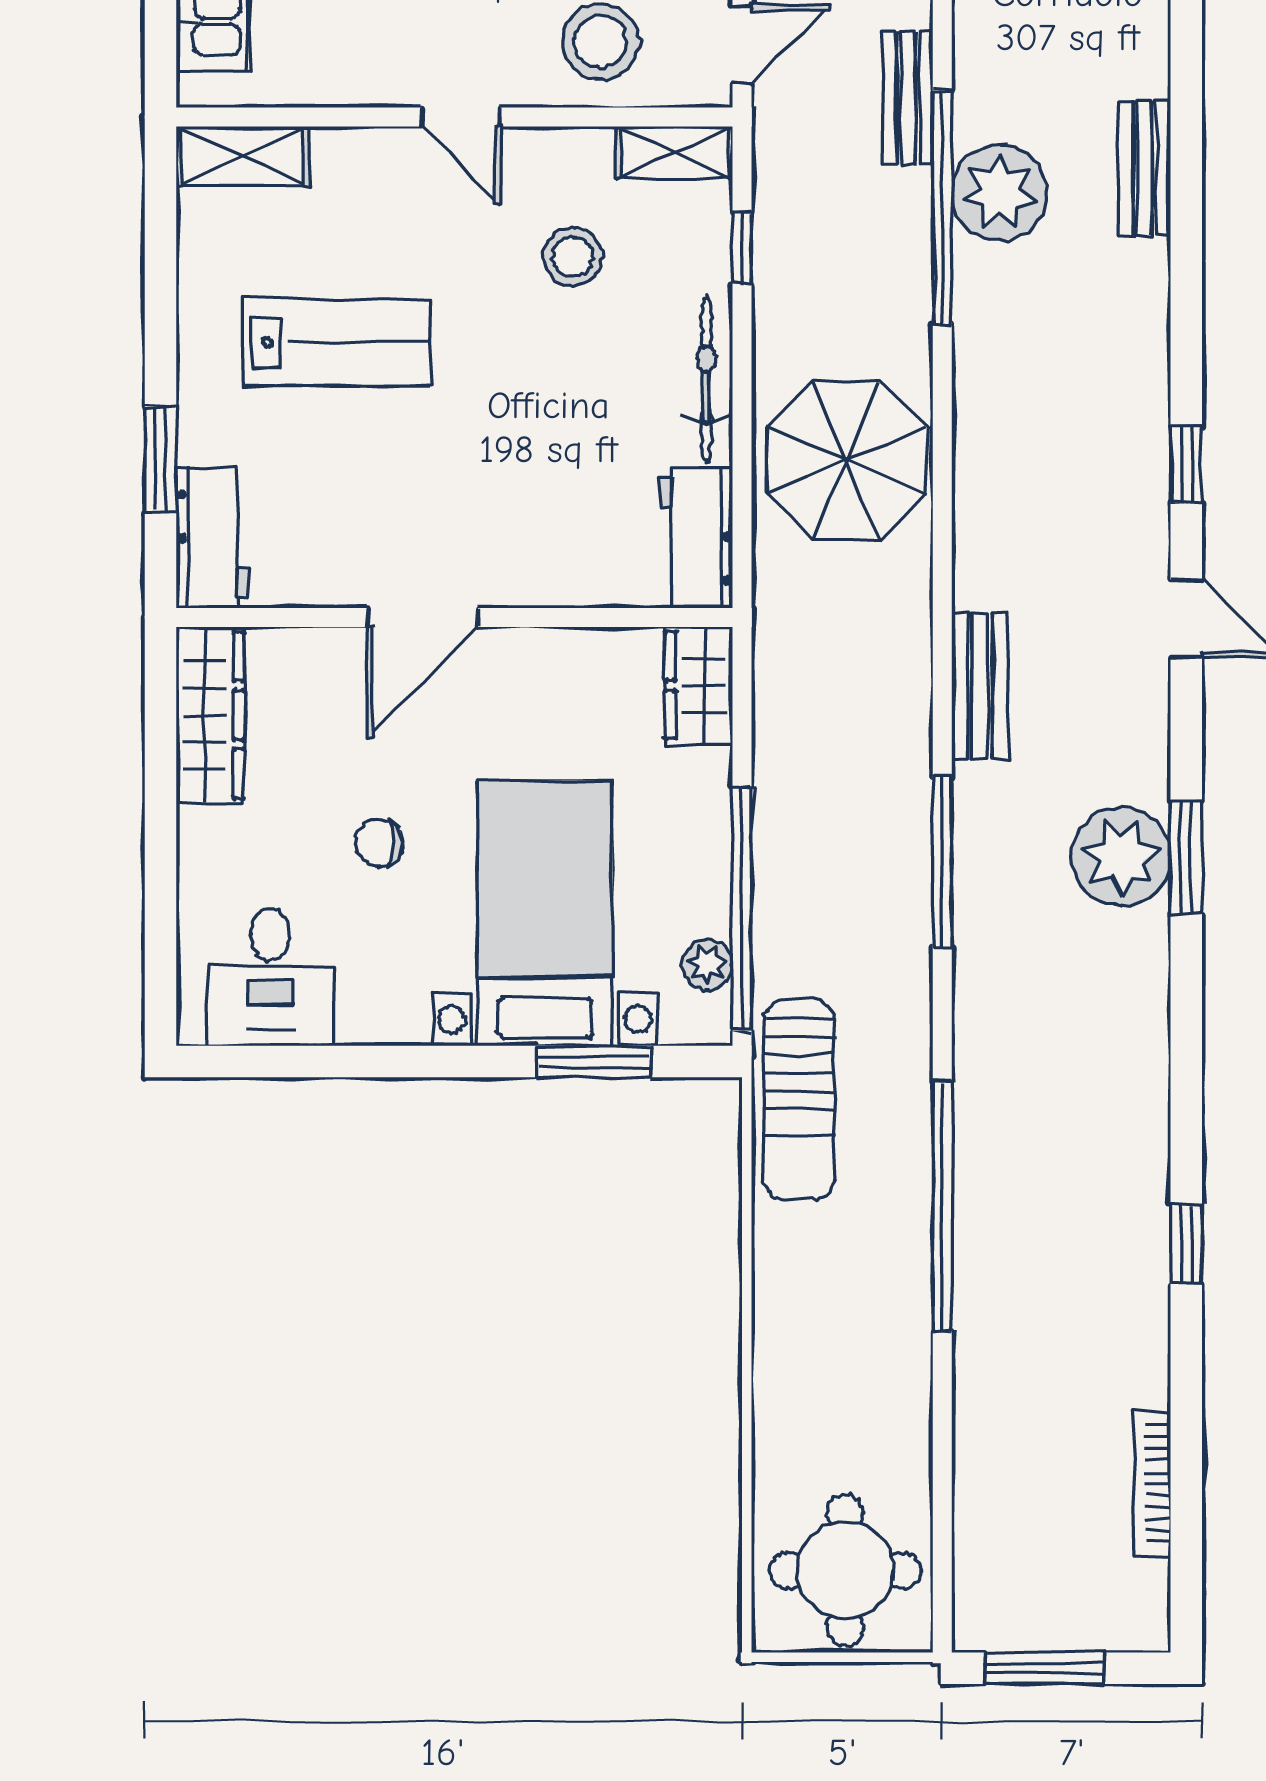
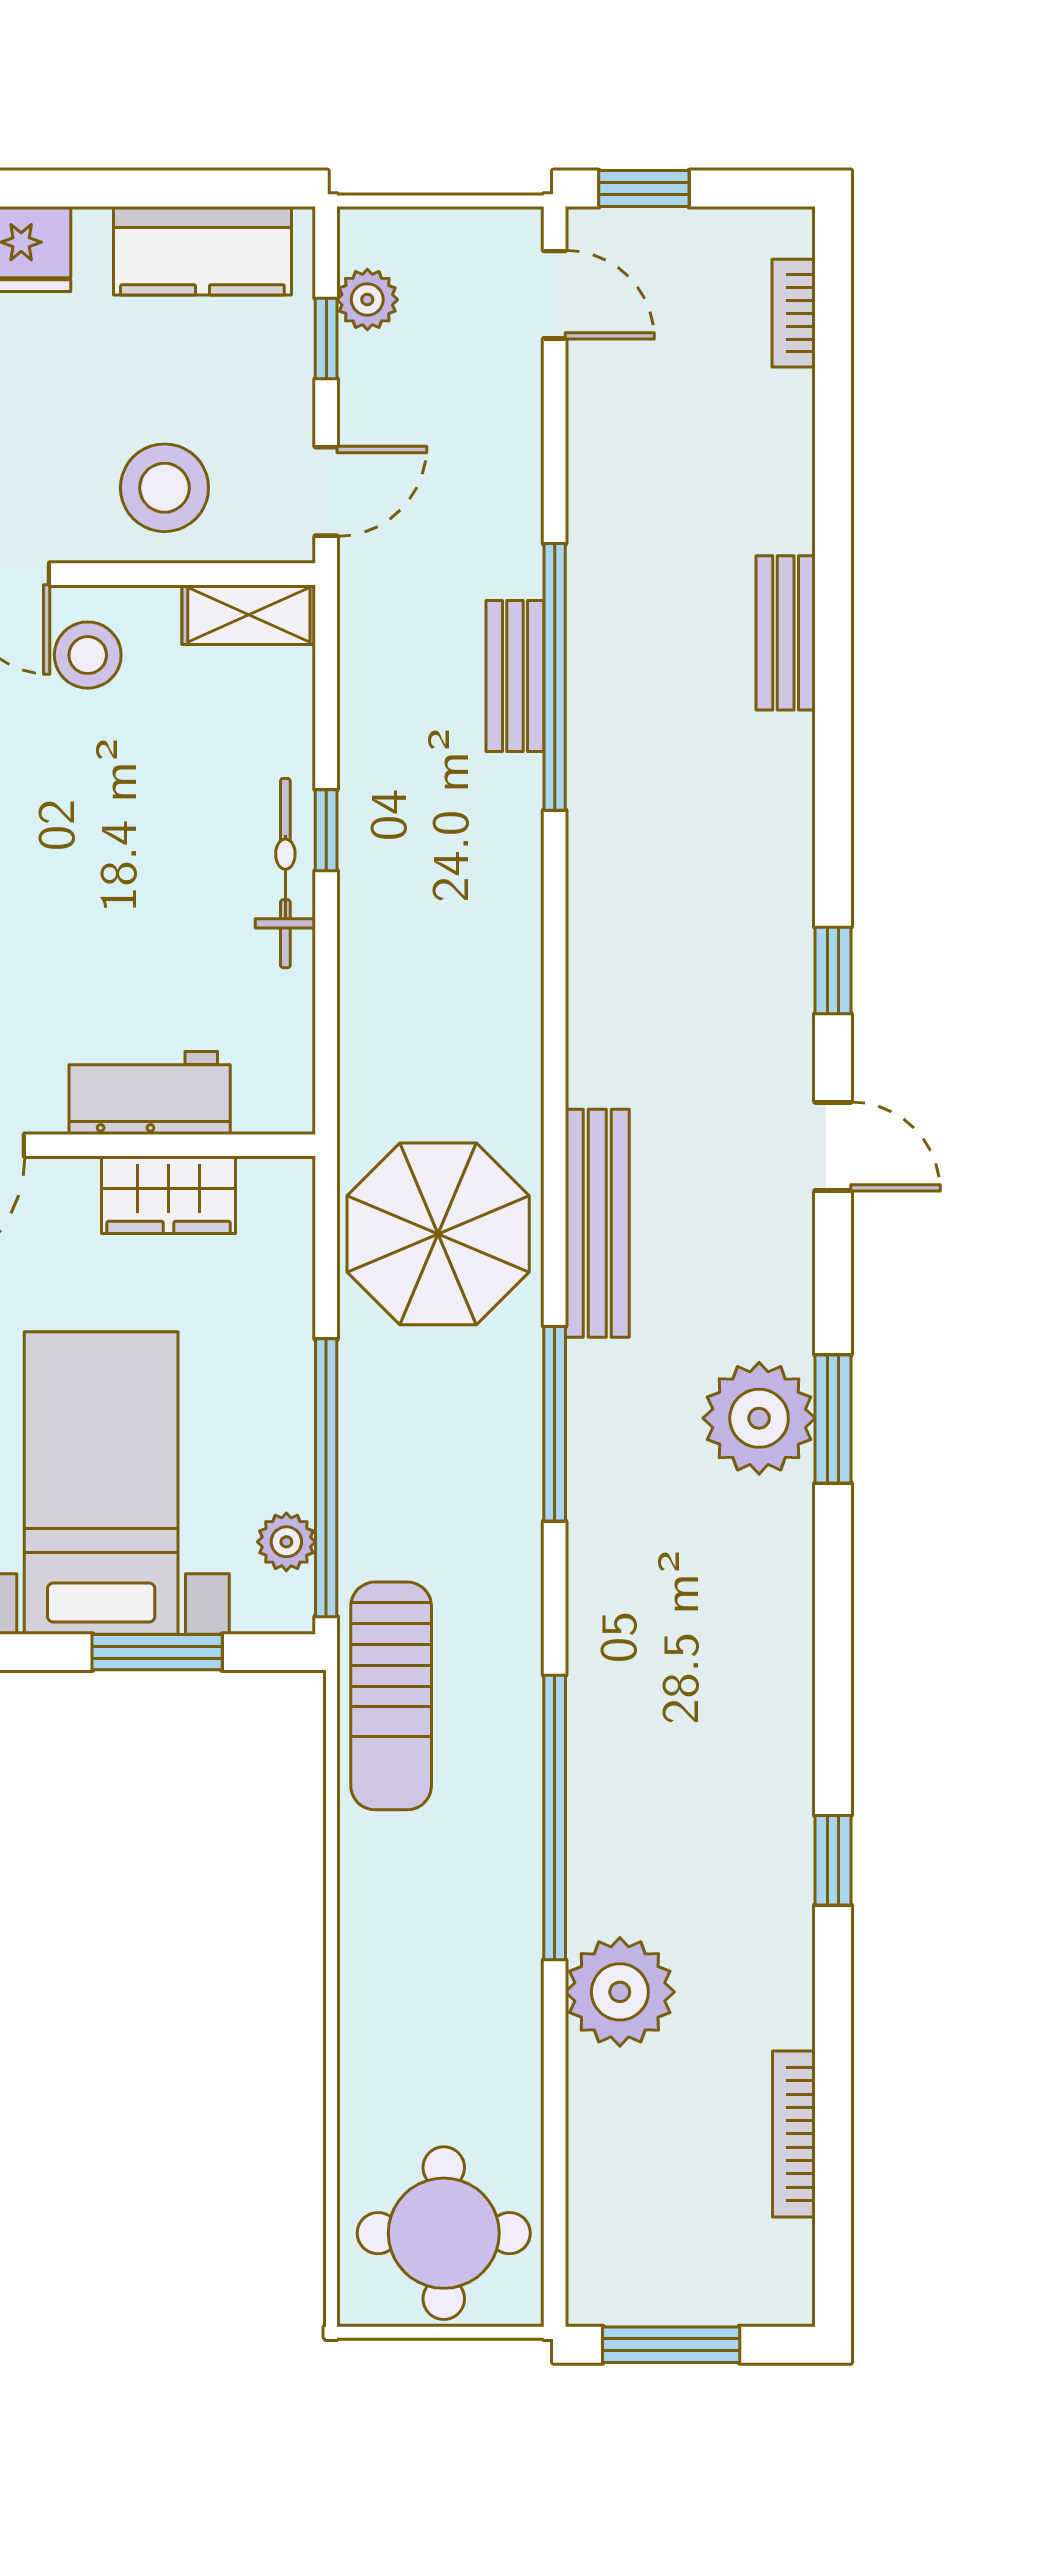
bench: (908, 97) -> (515, 676), moved
plant: (999, 192) -> (620, 1992), moved
window: (742, 248) -> (326, 830), moved
stool: (573, 257) -> (88, 655), moved
parasol: (846, 461) -> (438, 1234), moved
workbench: (696, 538) -> (150, 1093), moved, turned 90
wardrobe: (699, 685) -> (169, 1195), moved, turned -90
bench: (980, 686) -> (597, 1223), width x1.36

